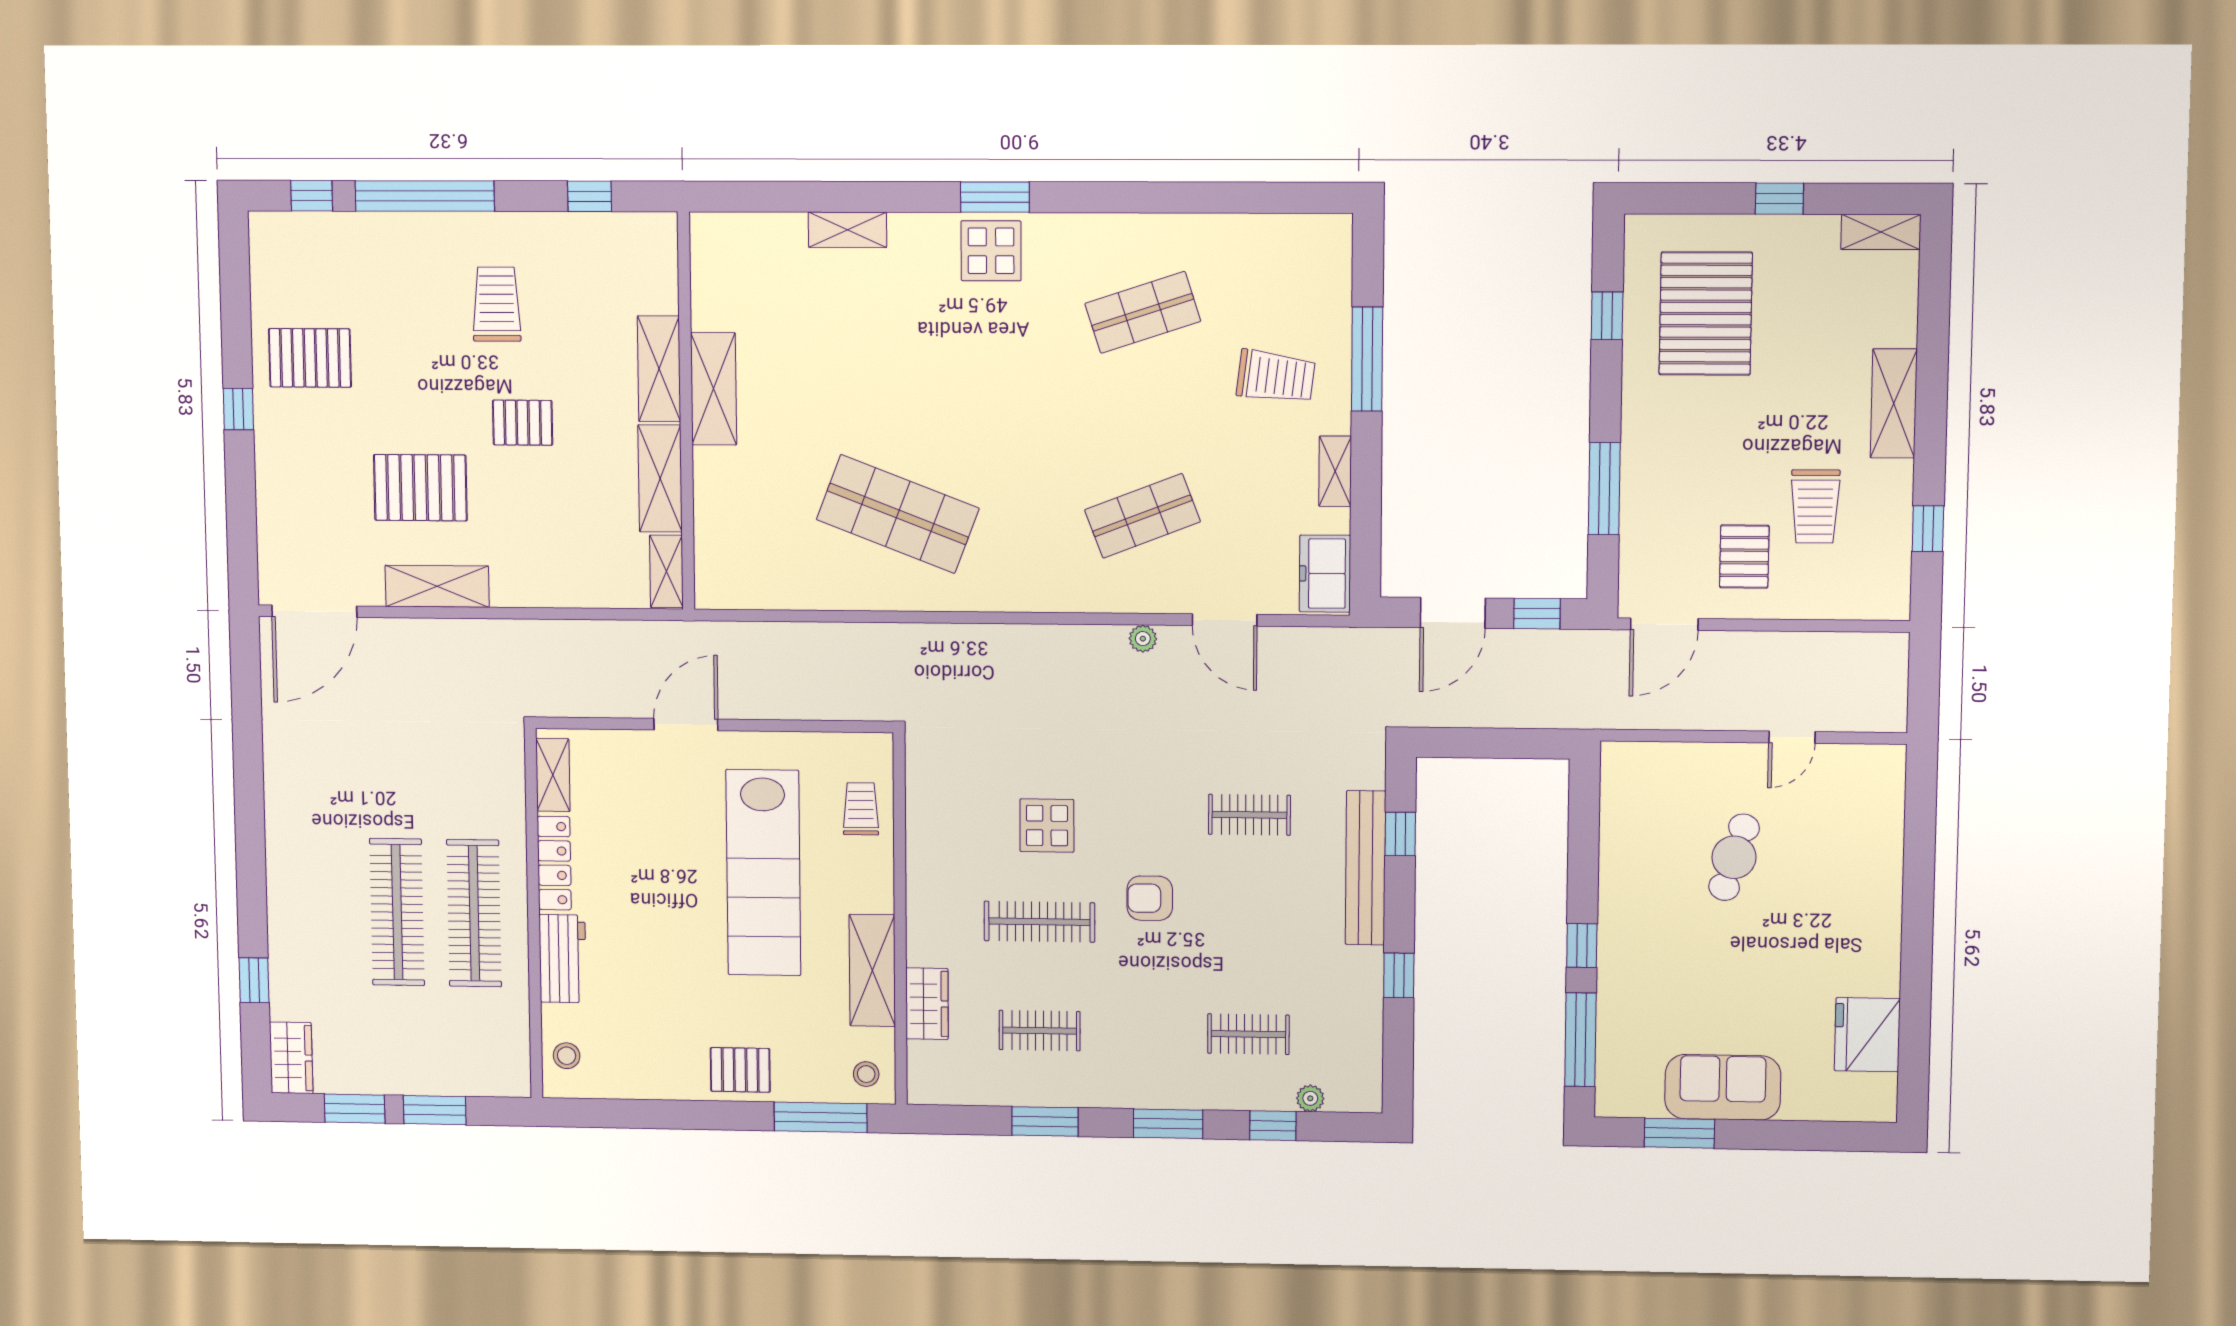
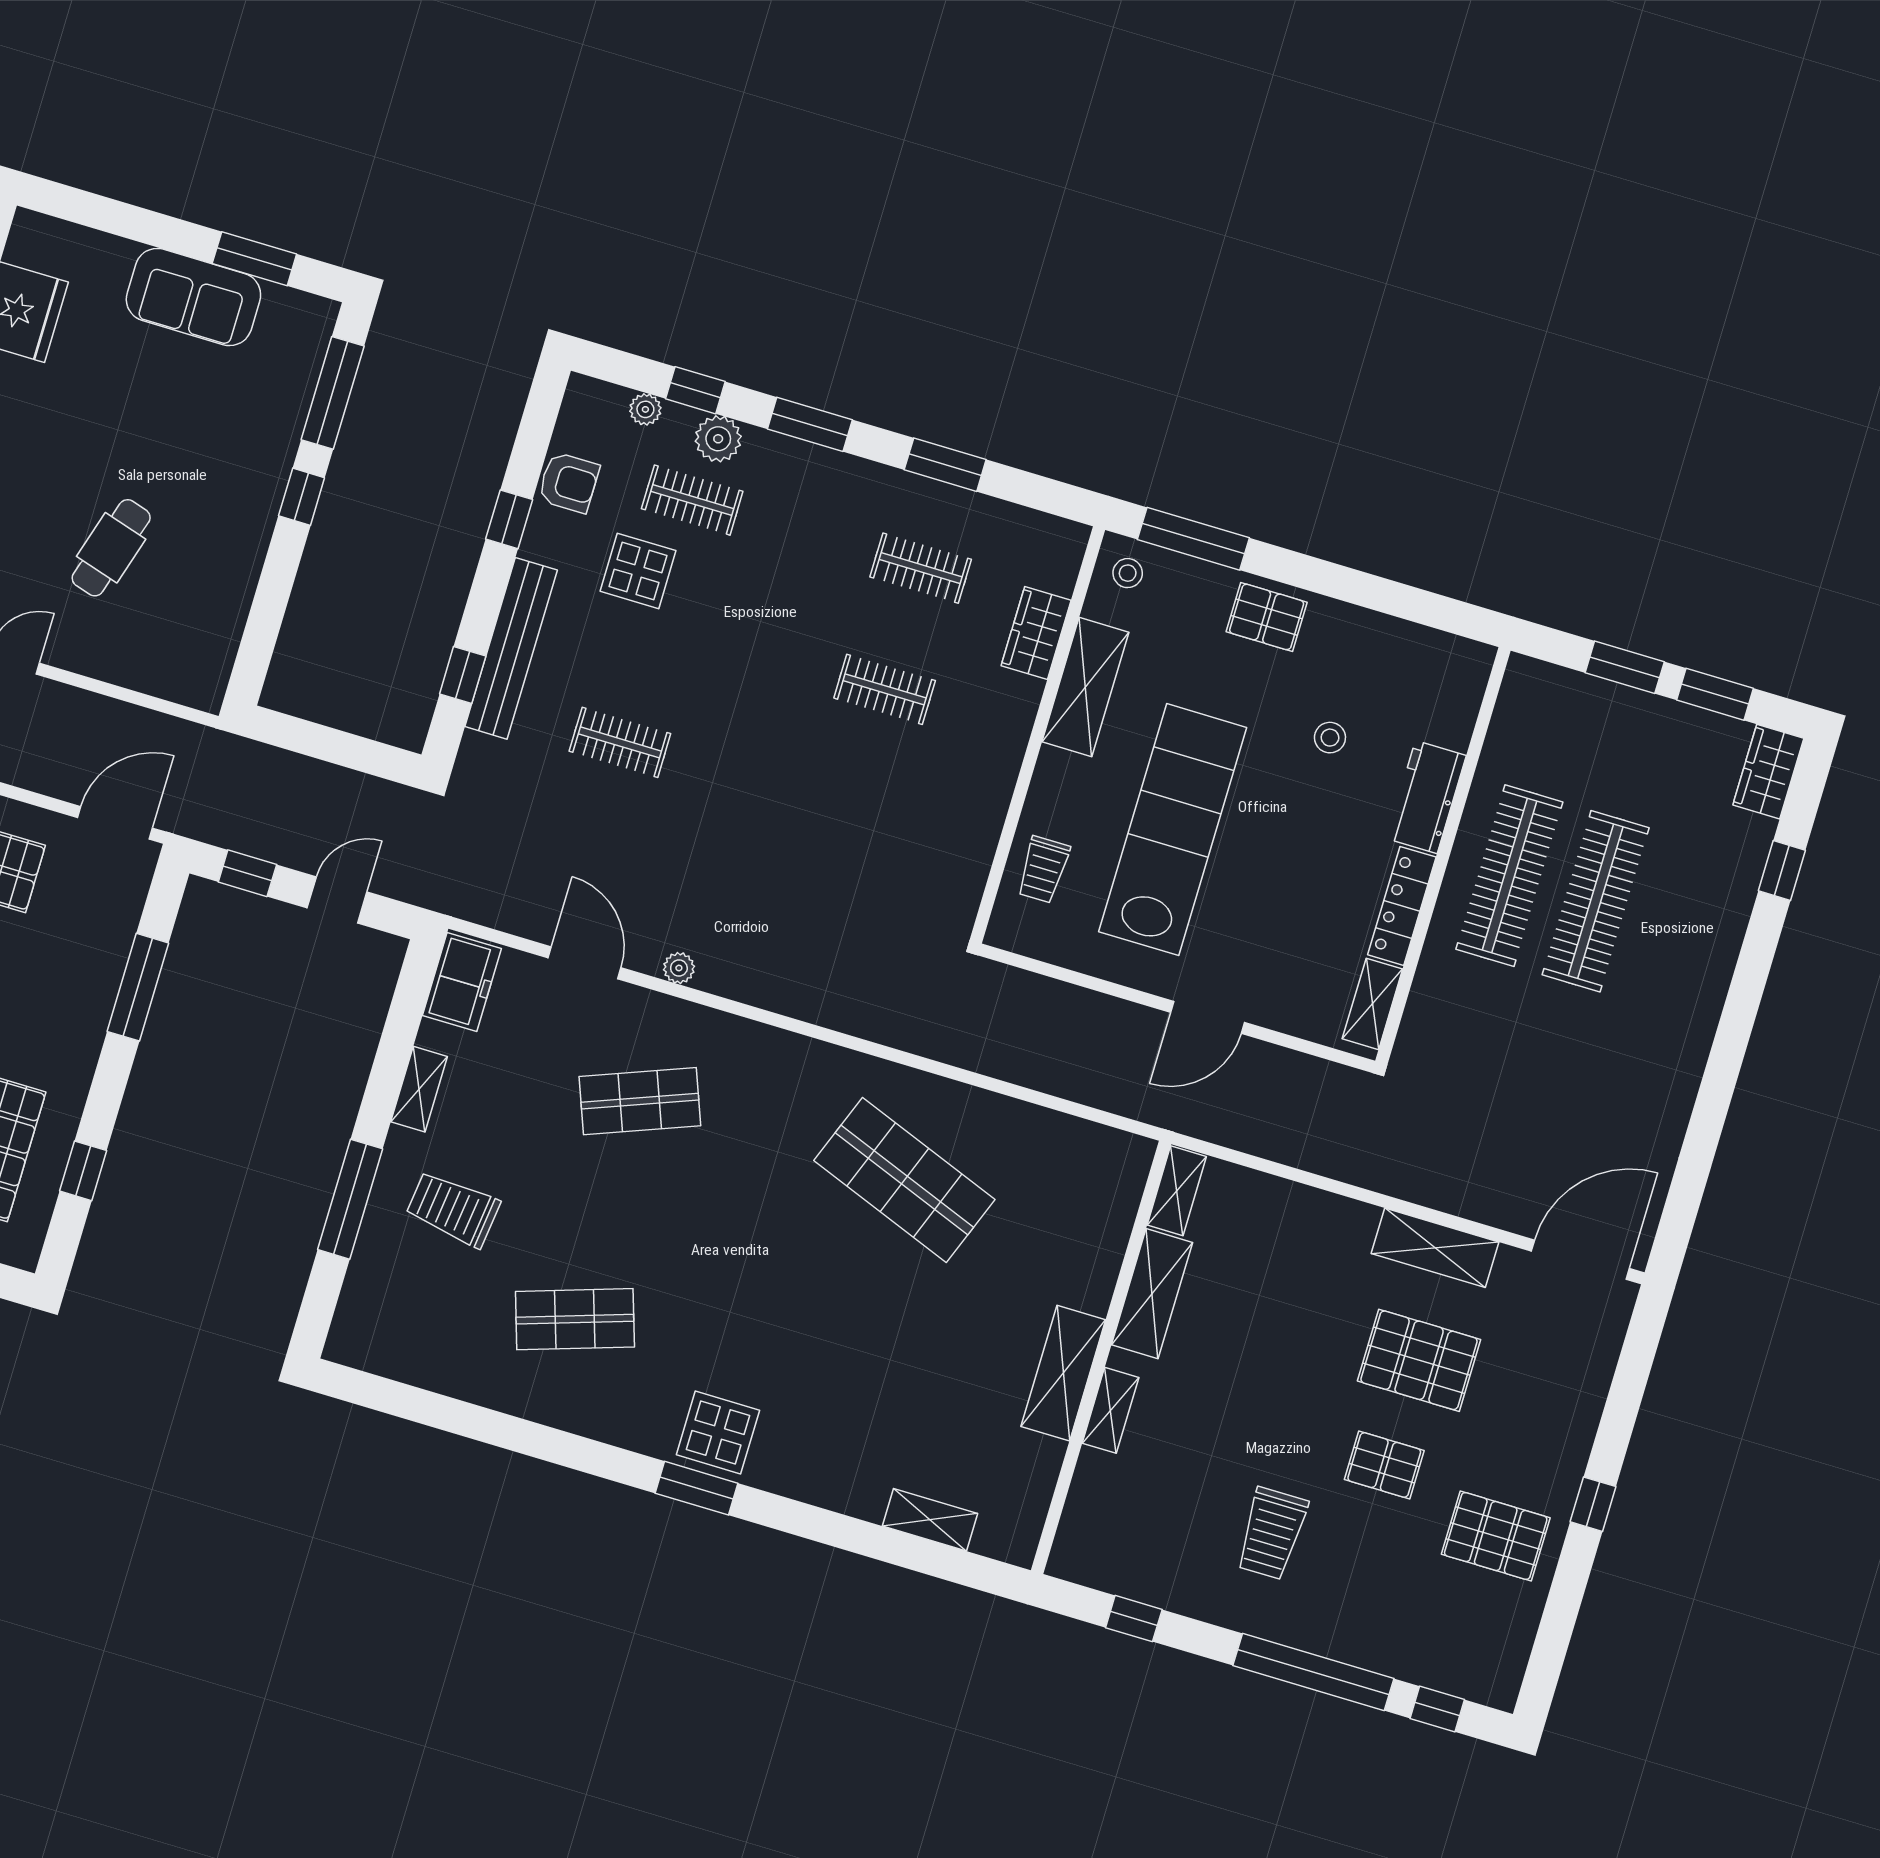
shelving: (847, 230) -> (930, 1520), moved
shelving: (659, 369) -> (1110, 1410), width x0.67, depth x0.75
pallet: (523, 423) -> (1384, 1465), moved
door: (1453, 613) -> (337, 900), width x0.73
display table: (1047, 826) -> (638, 571), moved
armchair: (1150, 898) -> (569, 482), moved
clothes rail: (1039, 922) -> (885, 689), width x0.73
stool: (567, 1056) -> (1330, 738), moved
plant: (1242, 1091) -> (718, 439), added

